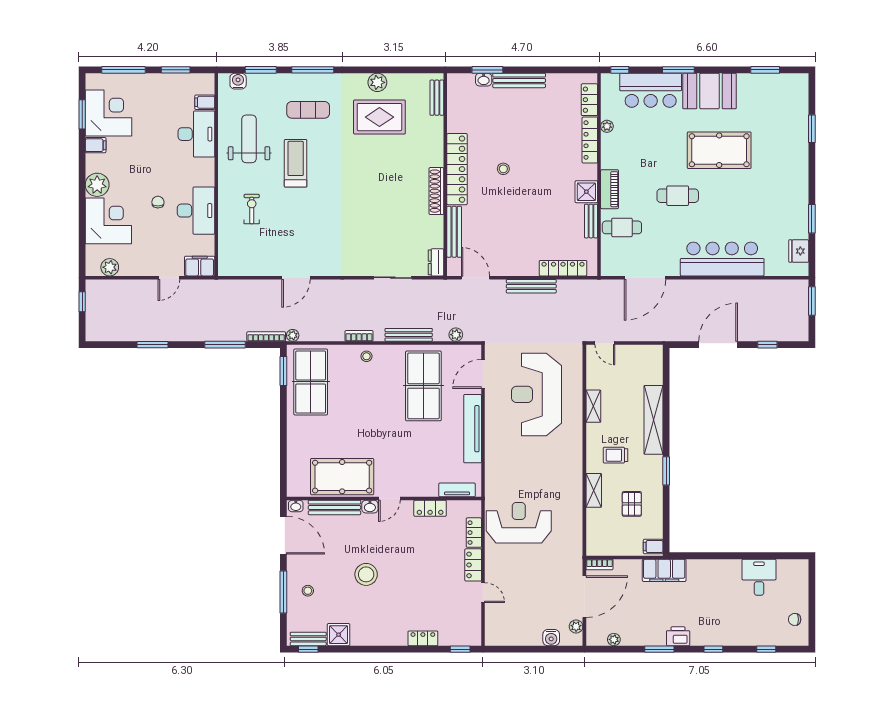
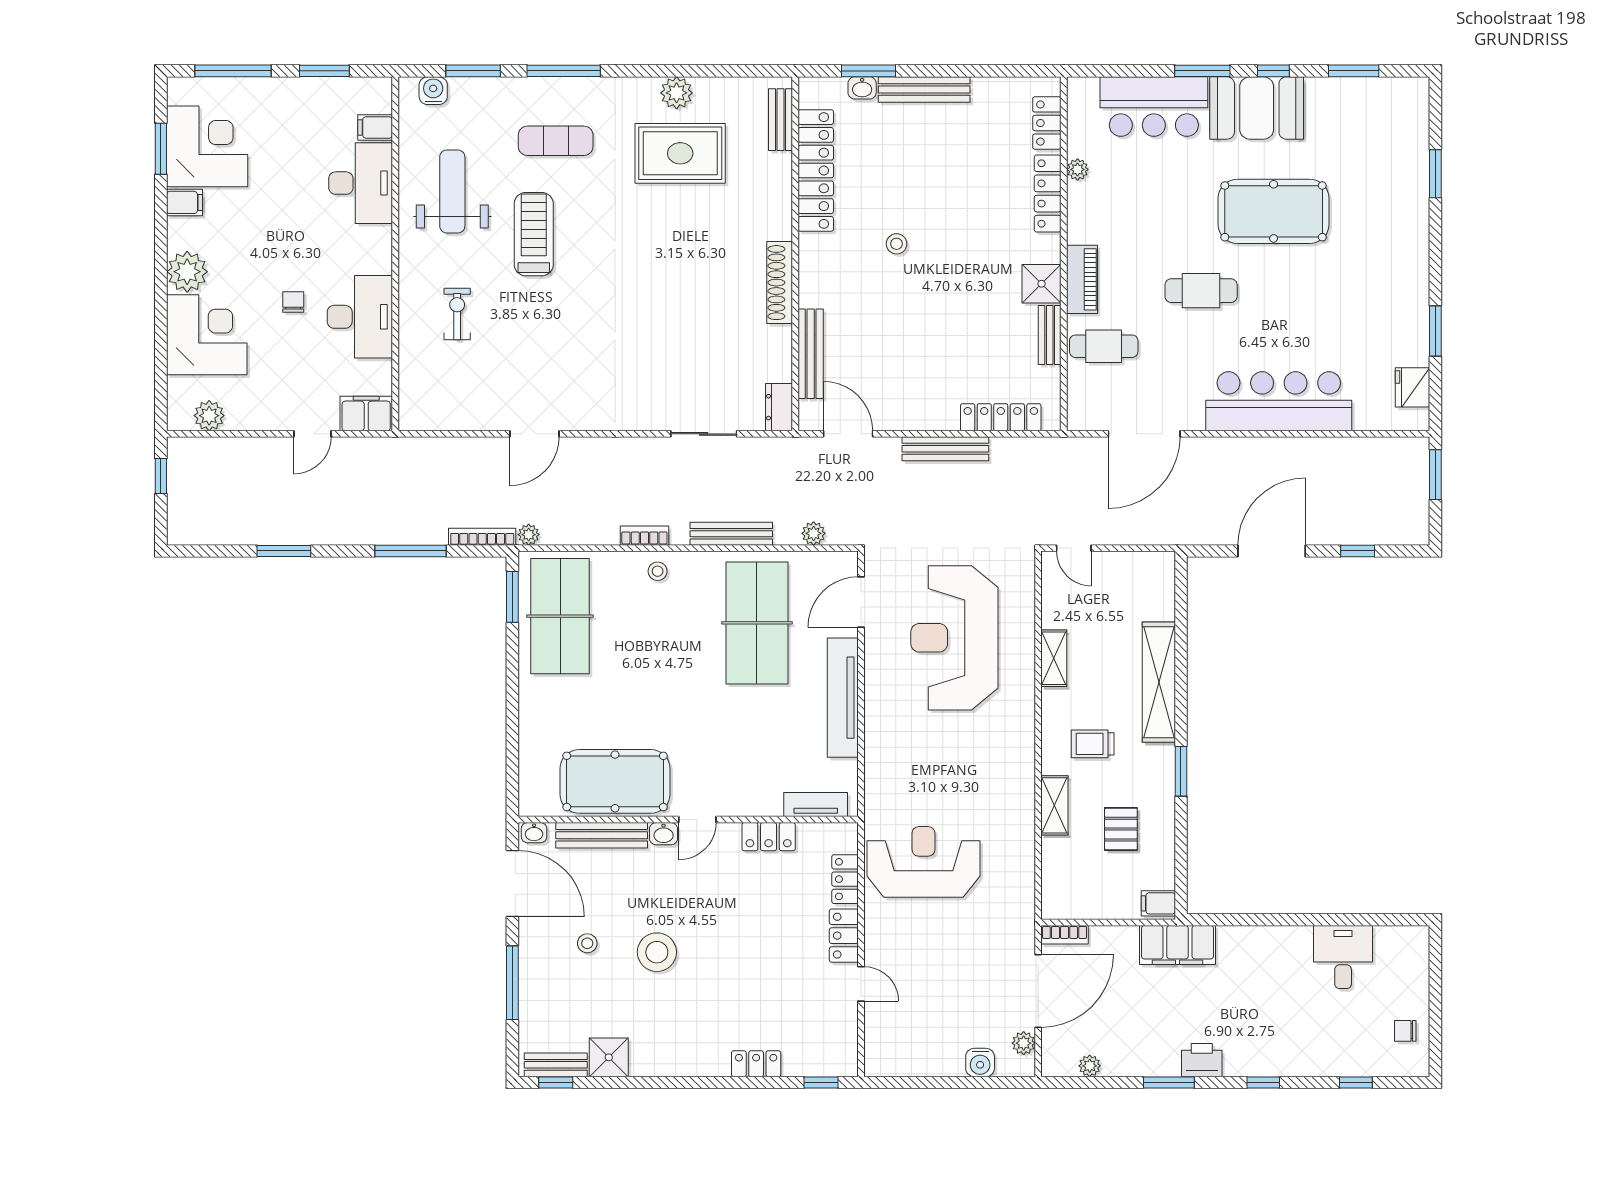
window: (620, 70) -> (1273, 71), moved
locker: (457, 169) -> (816, 170), moved
stool: (308, 591) -> (587, 943), moved

